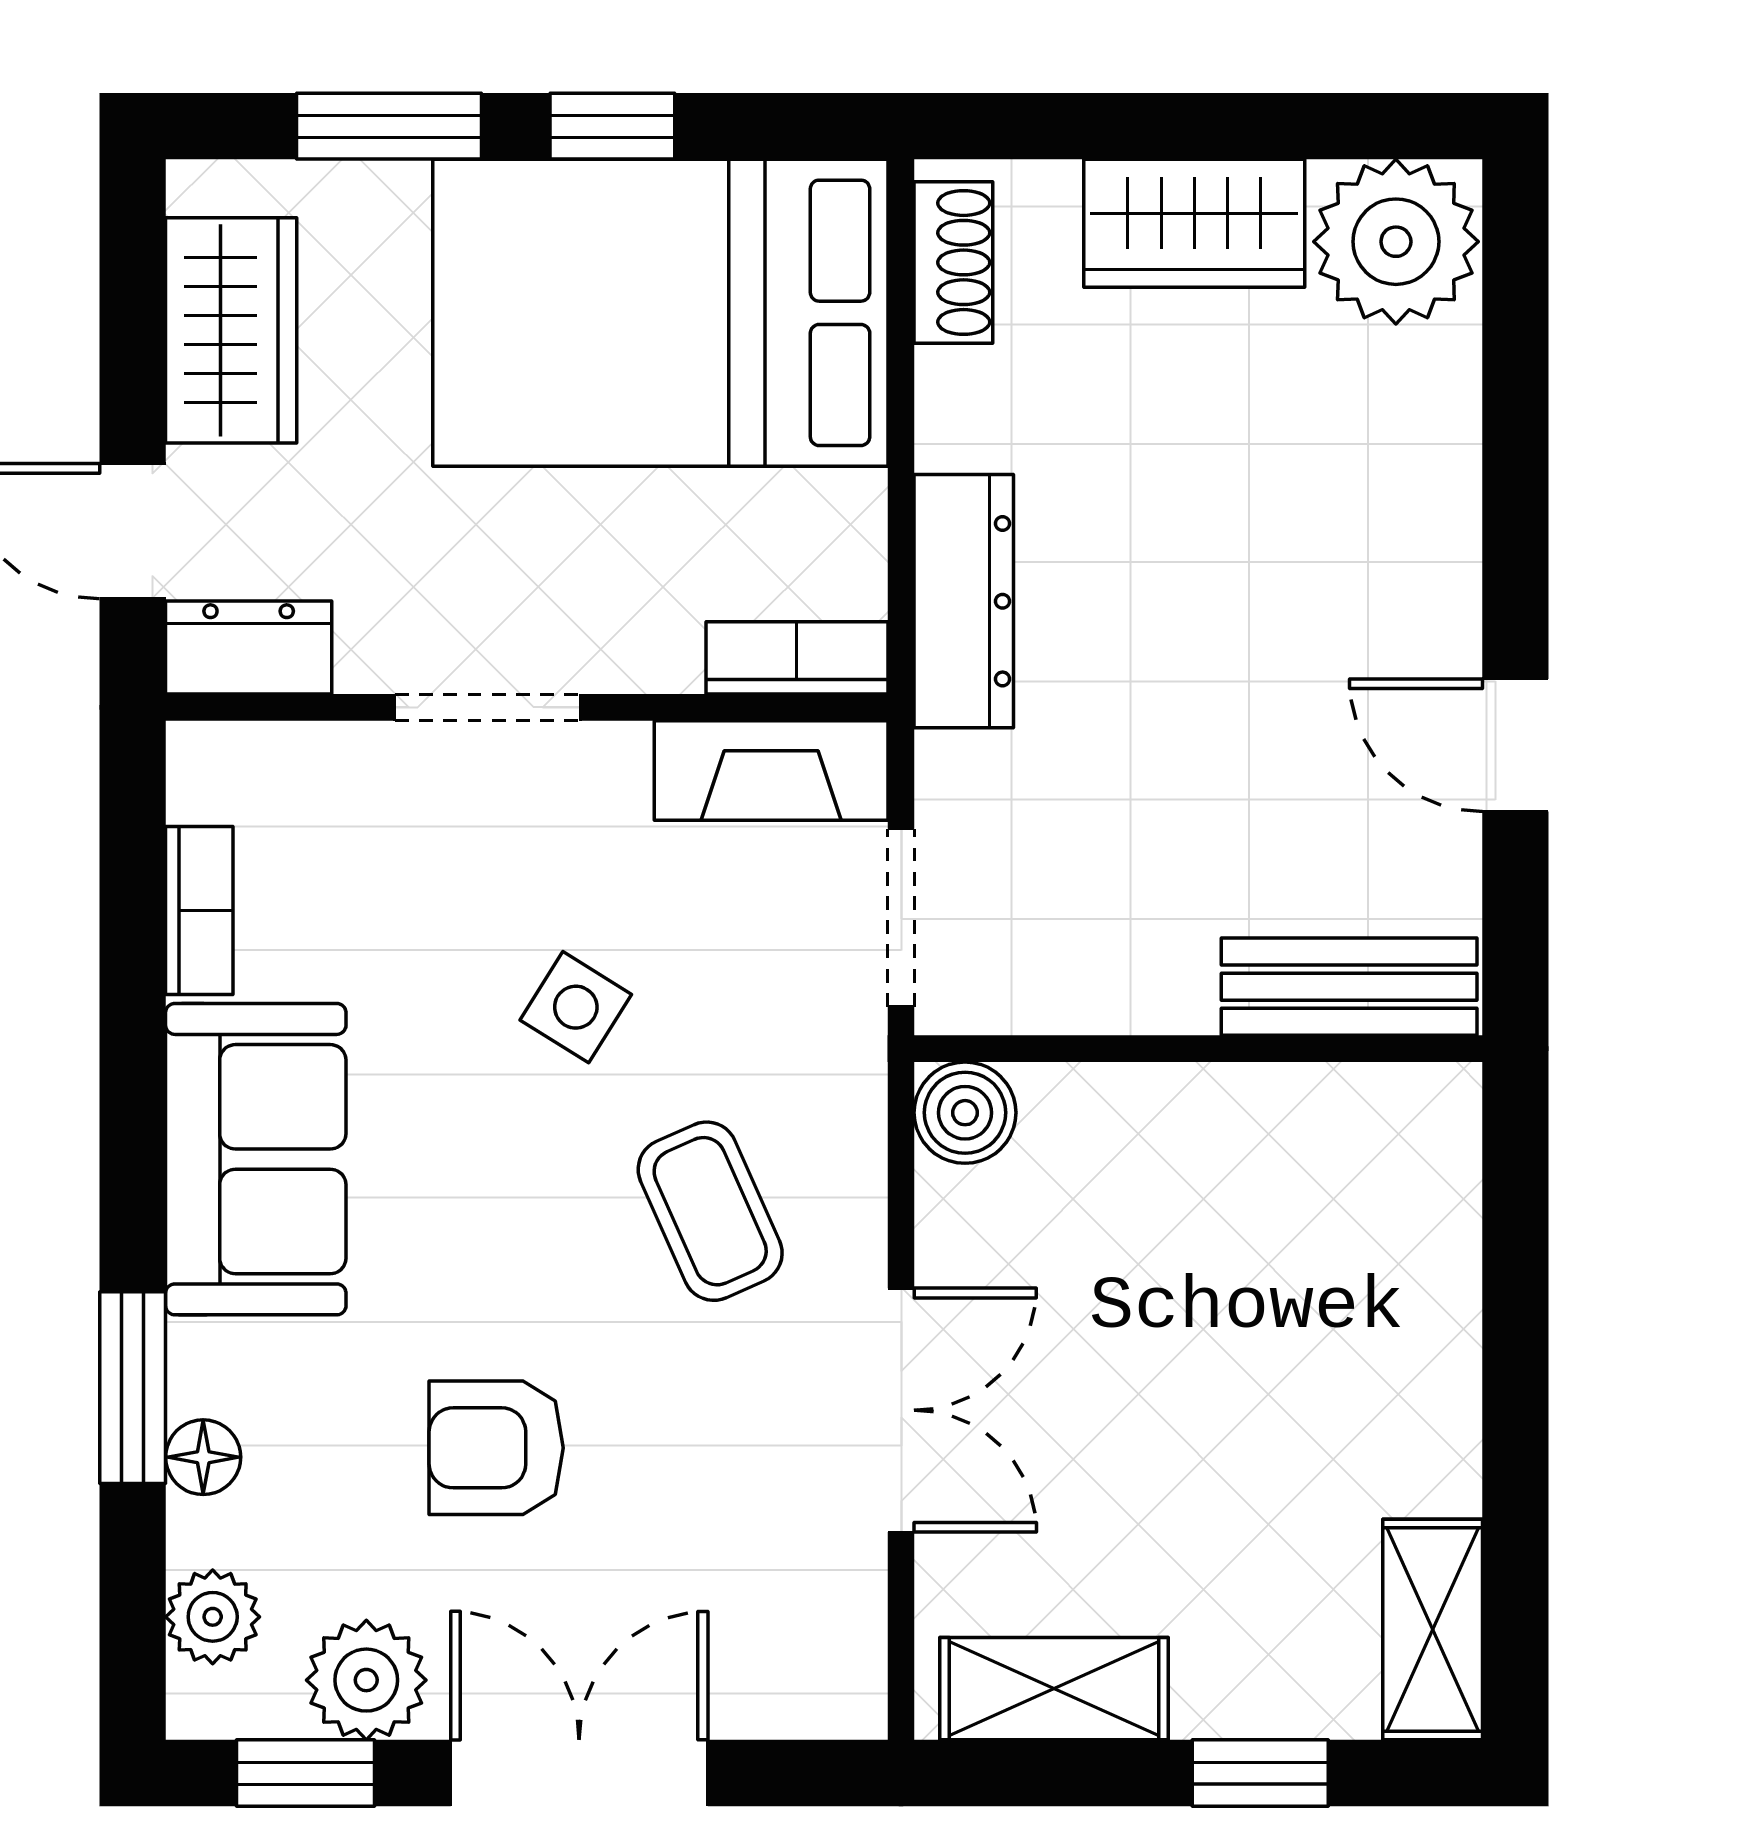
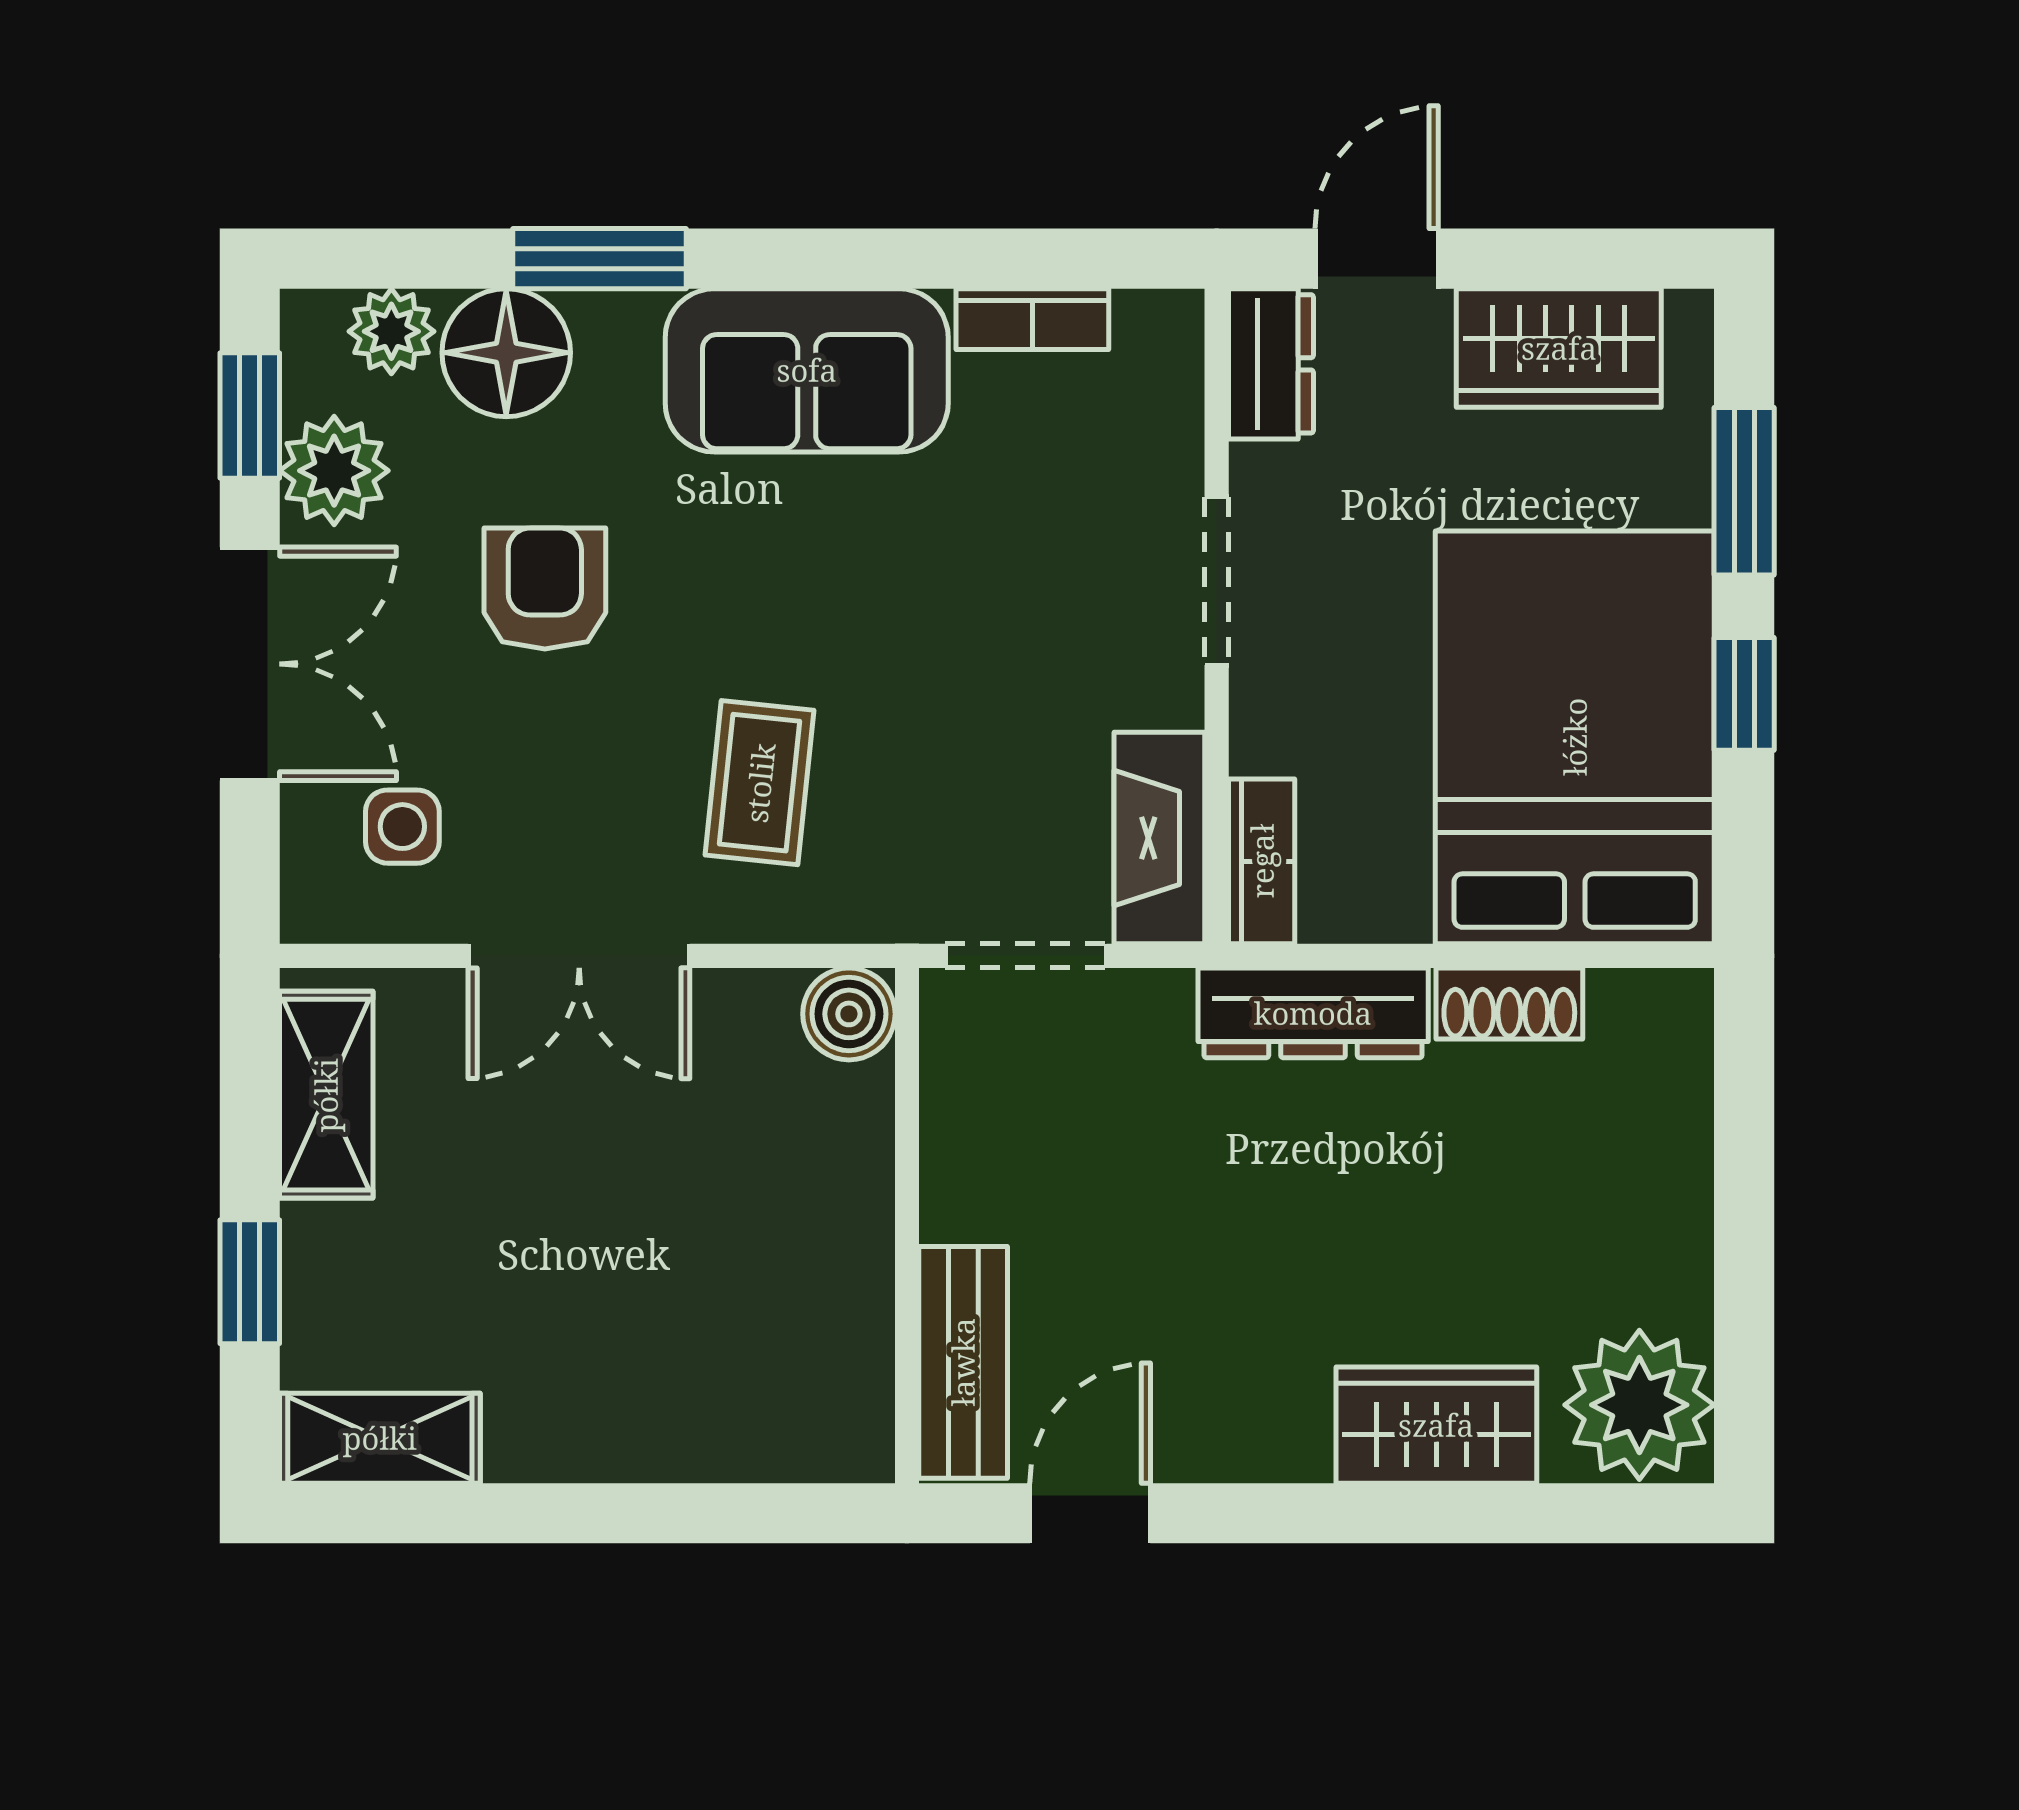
wardrobe: (1194, 223) -> (1436, 1425), moved, turned 90
shoe rack: (953, 262) -> (1509, 1003), moved
door: (1515, 745) -> (1090, 1513), moved
side table: (576, 1007) -> (402, 827), moved, turned -32
coffee table: (710, 1211) -> (760, 783), turned -60
floor lamp: (203, 1457) -> (506, 353), width x1.89, depth x1.89

